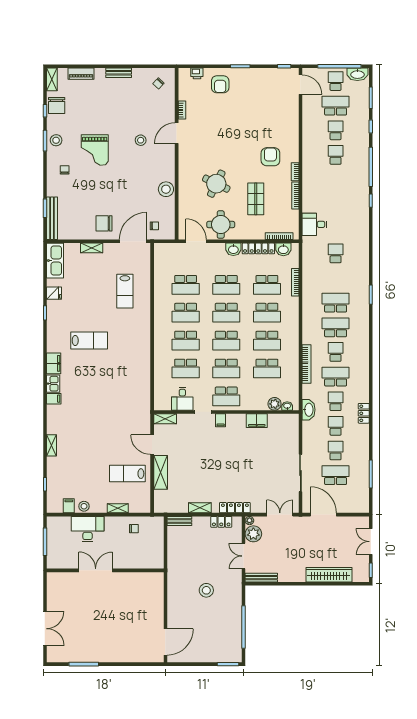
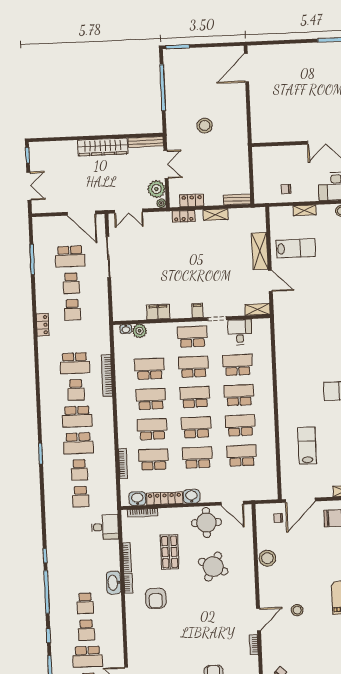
school desk: (336, 401) -> (79, 470), moved
washbasin: (309, 410) -> (114, 583), moved
locker: (235, 508) -> (184, 216), width x0.66
wardrobe: (329, 575) -> (103, 147), moved

